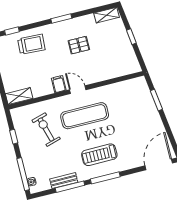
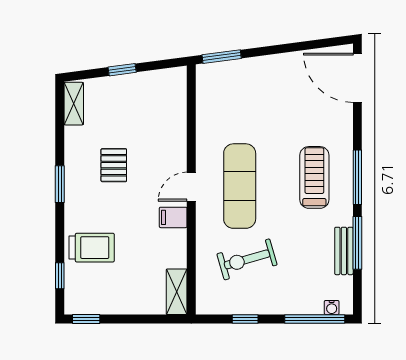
trolley: (31, 44) -> (92, 248), turned 87
window: (156, 100) -> (222, 57), moved
treadmill: (99, 155) -> (314, 177), turned 180

